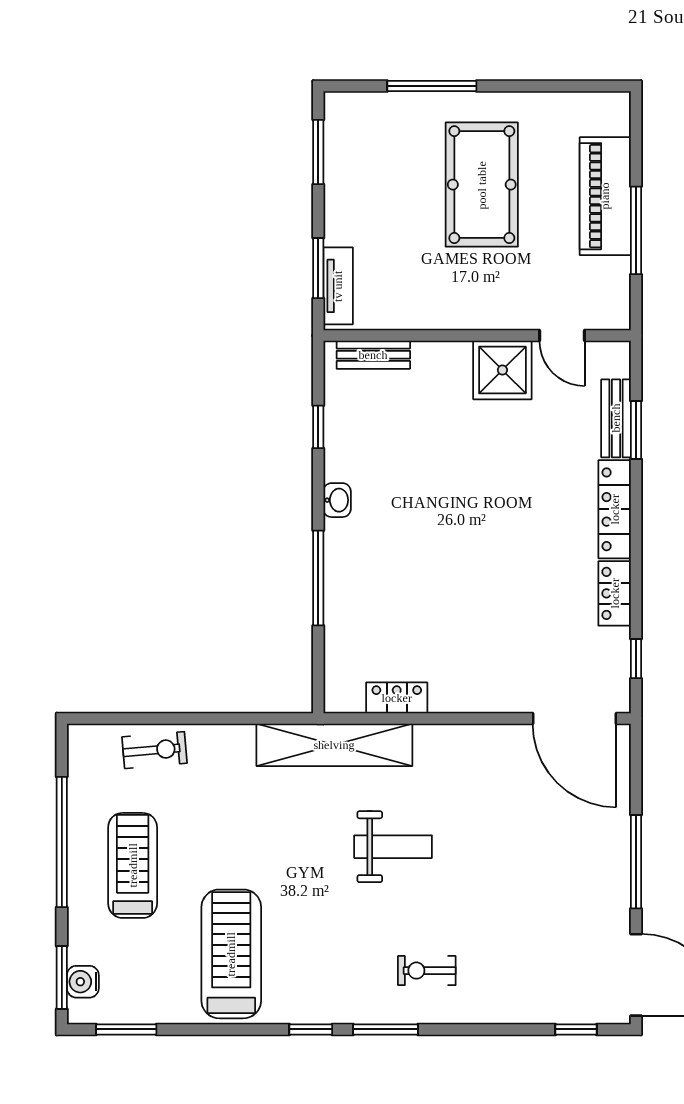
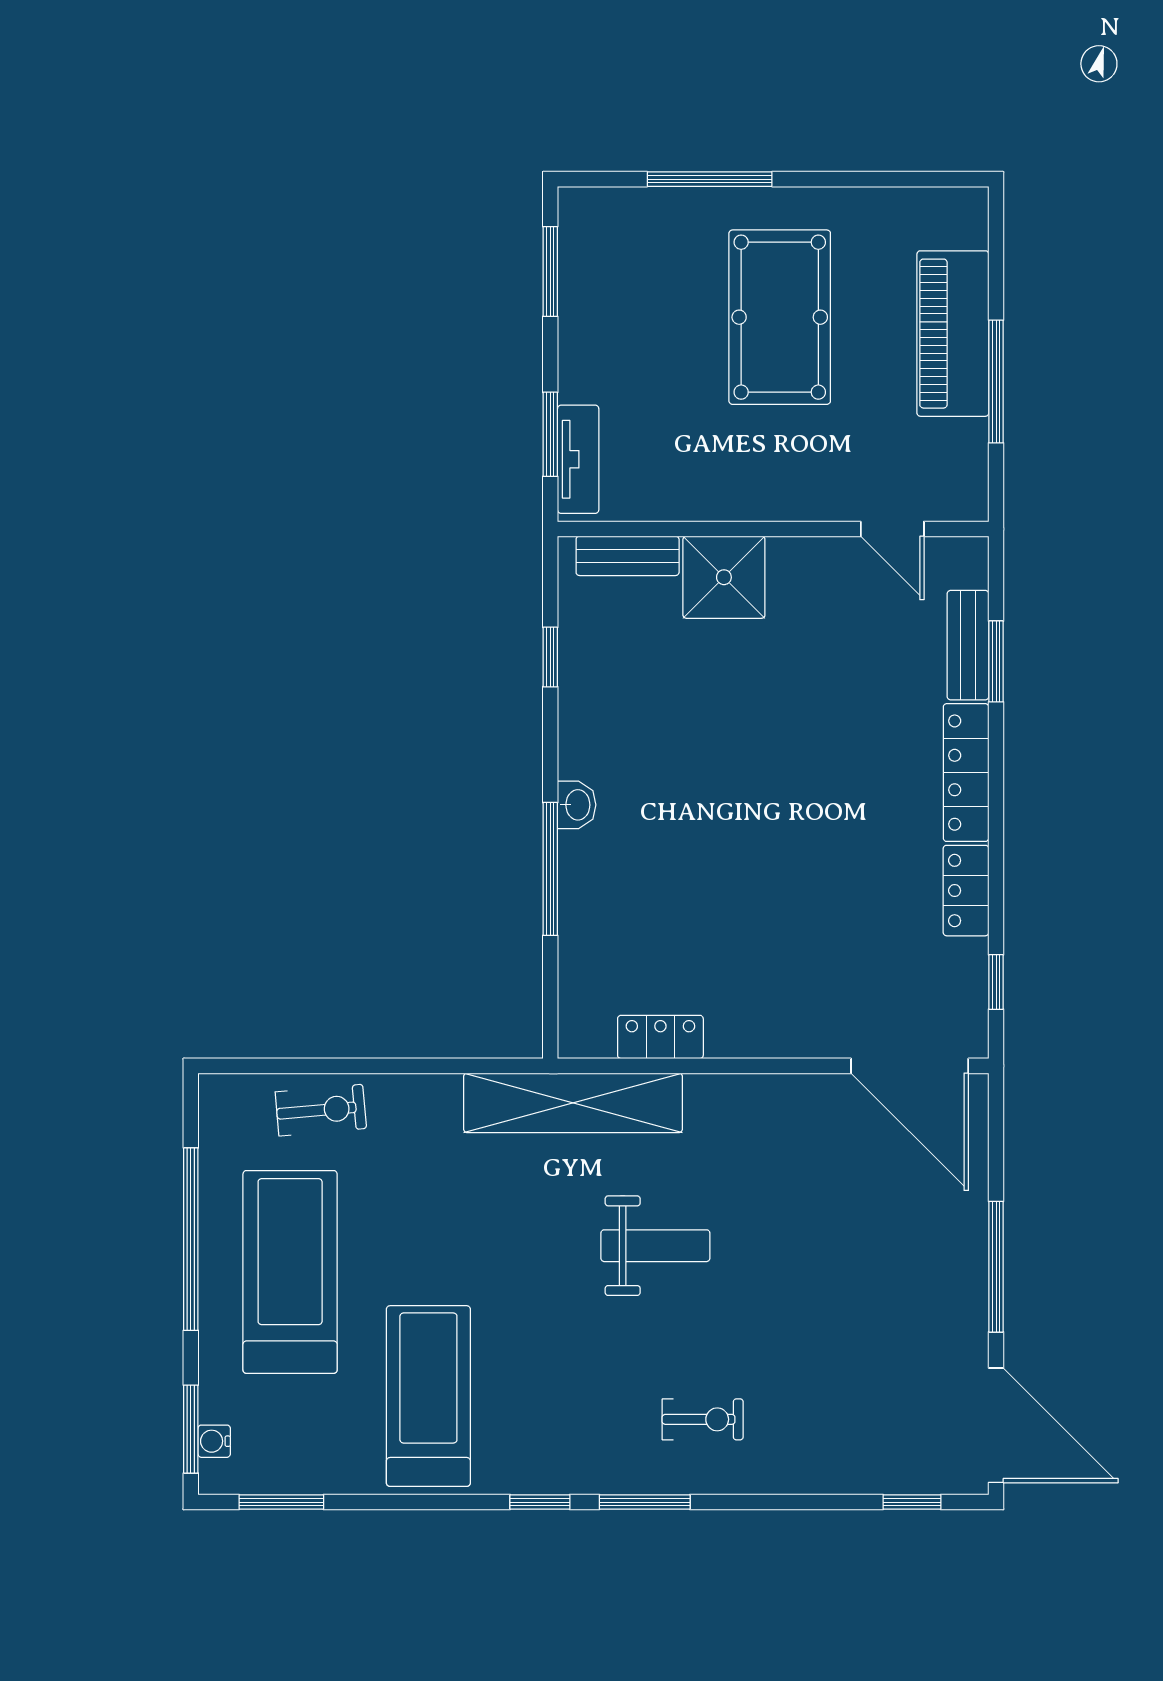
shower: (502, 370) -> (724, 577), moved
washbasin: (337, 500) -> (577, 805), moved
treadmill: (133, 865) -> (290, 1272), width x1.37, depth x1.38
exercise bike: (427, 971) -> (703, 1419), turned 180
water cooler: (83, 982) -> (214, 1441), width x0.72, depth x0.72

